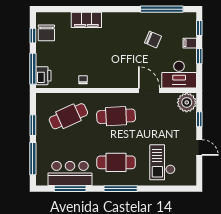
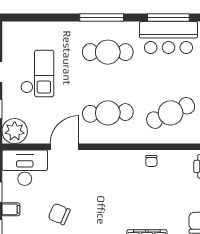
door: (149, 91) -> (64, 147), swing flipped
checkout: (162, 162) -> (37, 73), moved

